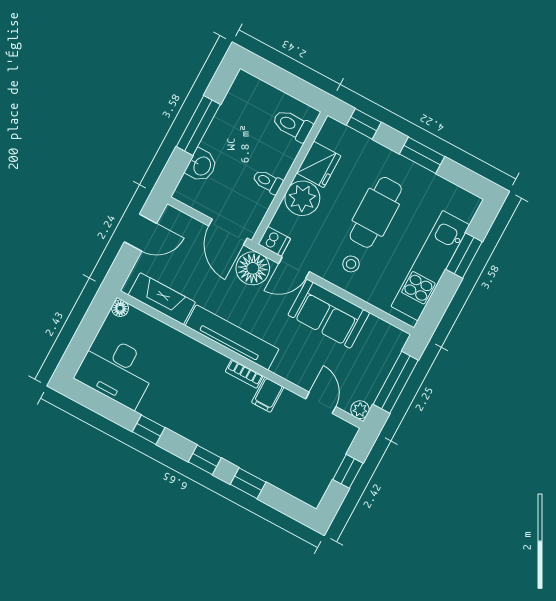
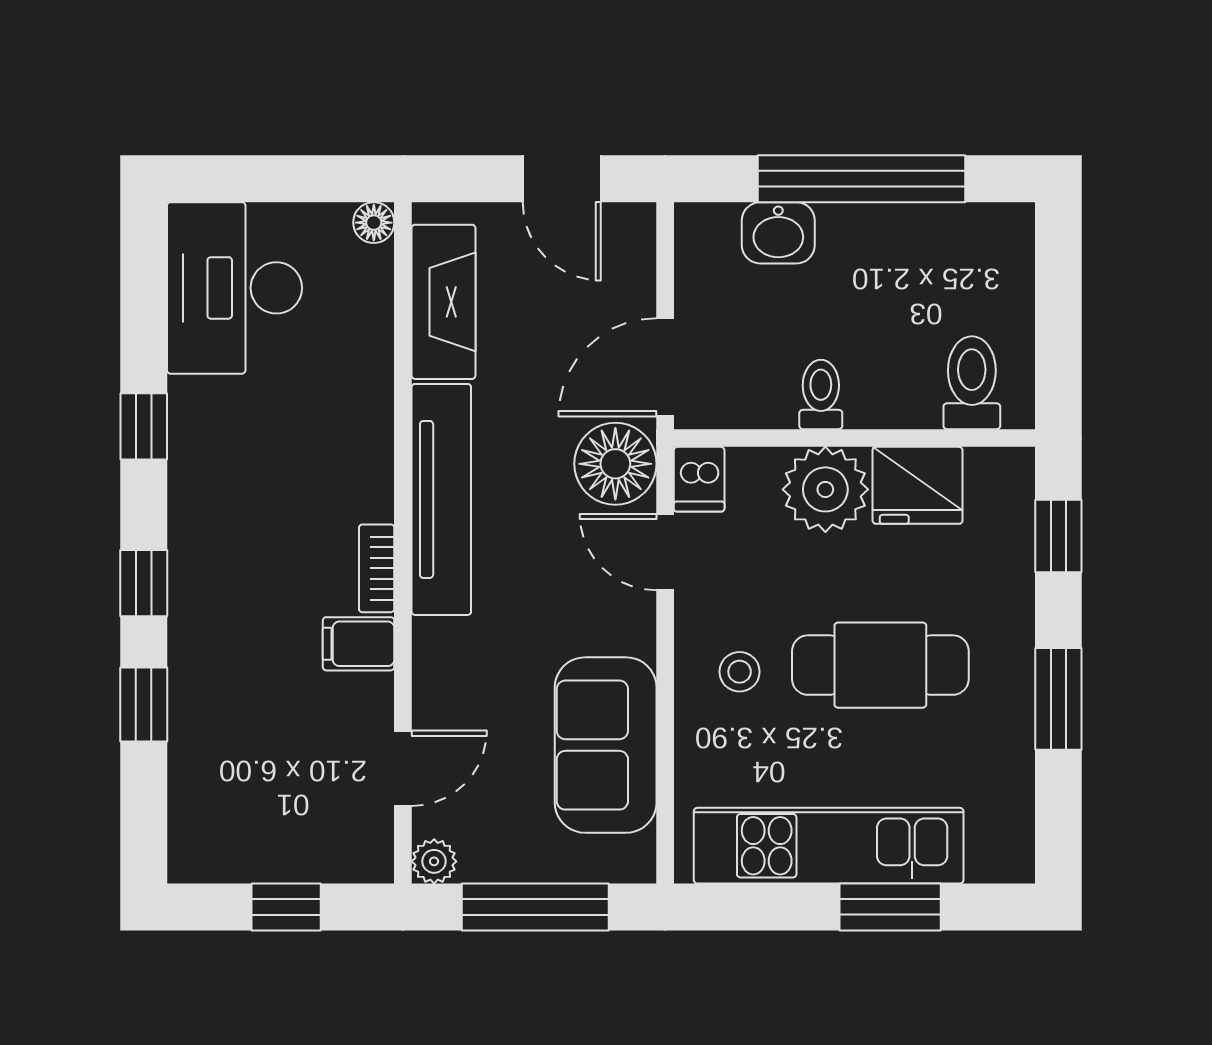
window: (198, 125) -> (862, 179), width x1.46
sofa: (329, 314) -> (606, 745), moved

